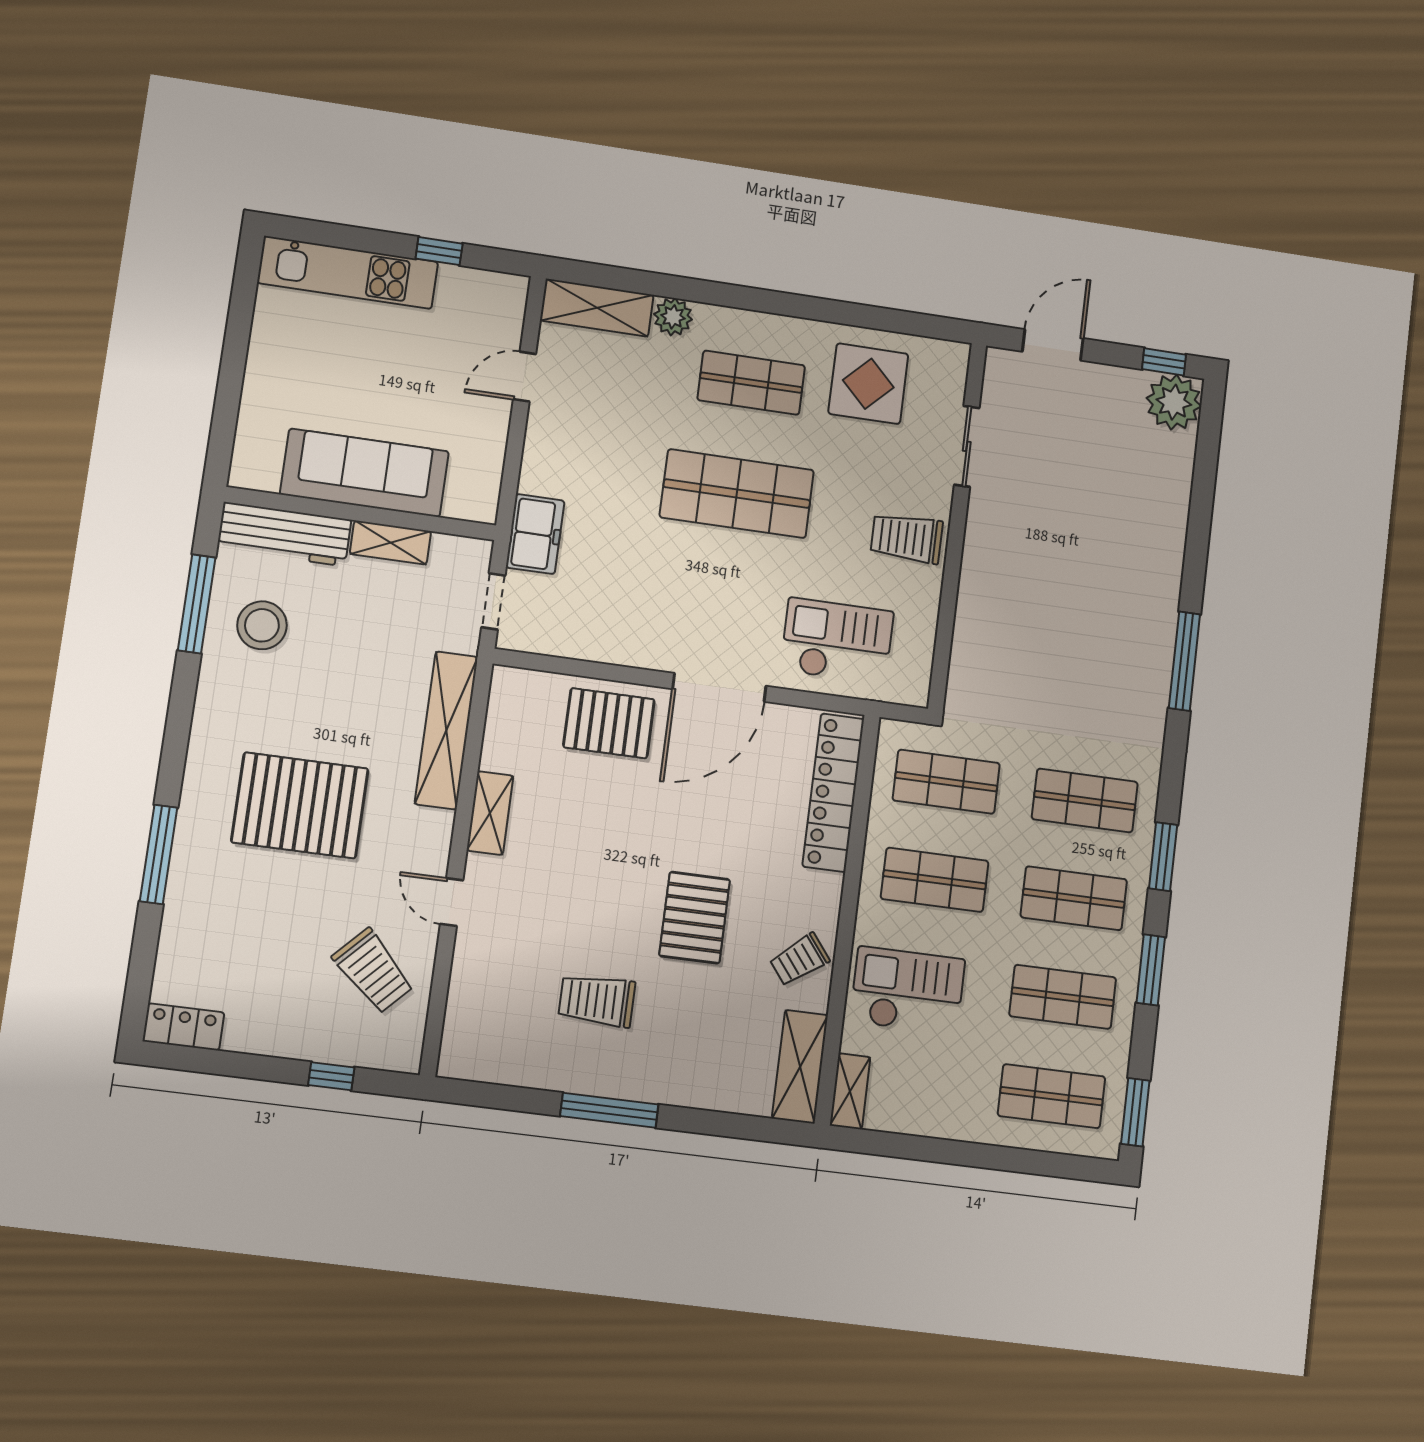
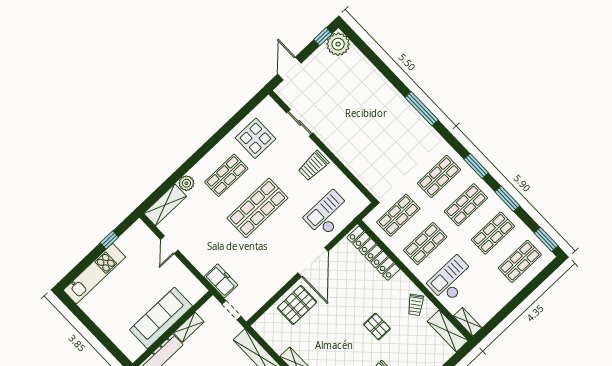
pallet: (695, 918) -> (377, 327), width x0.67, depth x0.71

